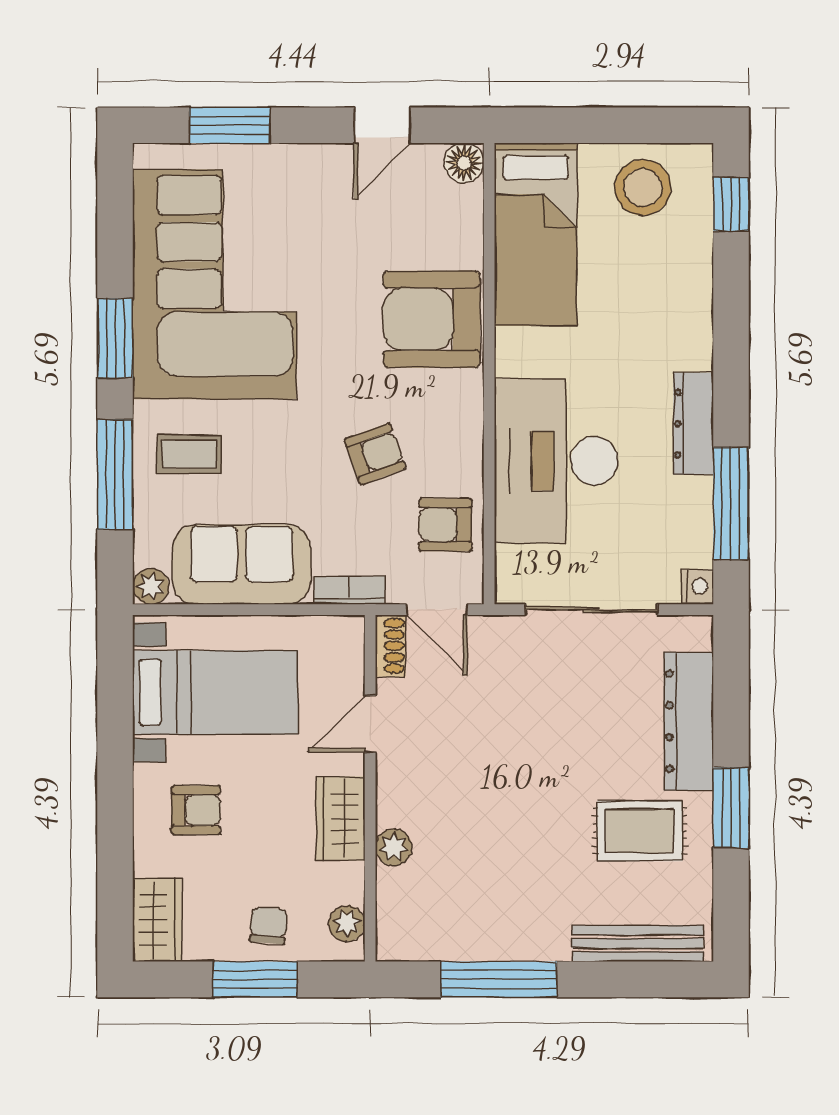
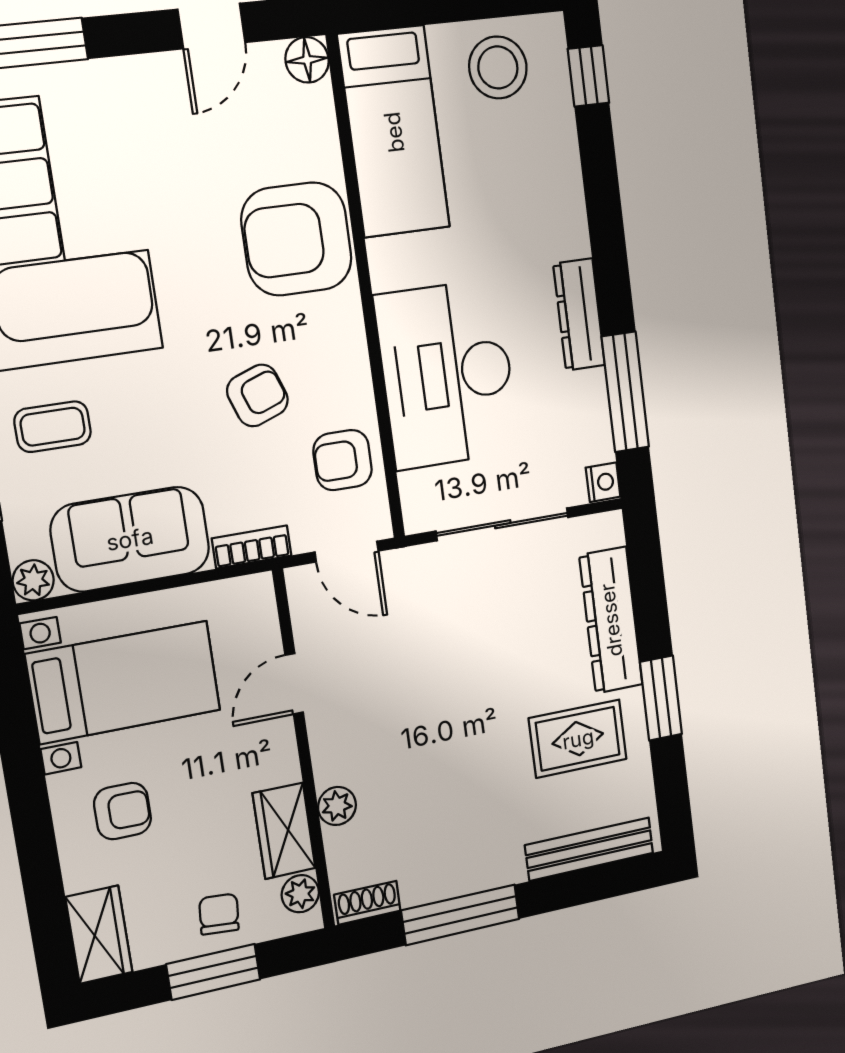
shoe rack: (390, 646) -> (367, 903), moved, turned -90
wardrobe: (340, 818) -> (284, 831), moved

